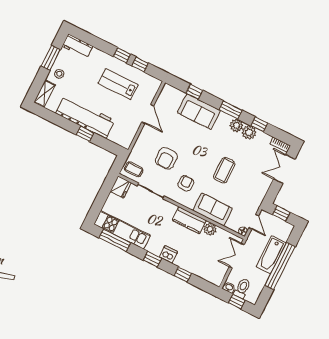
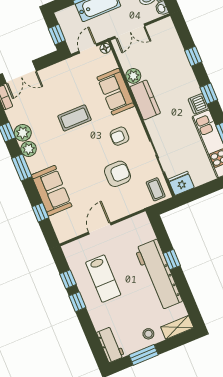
dishwasher: (168, 254) -> (198, 104), moved

